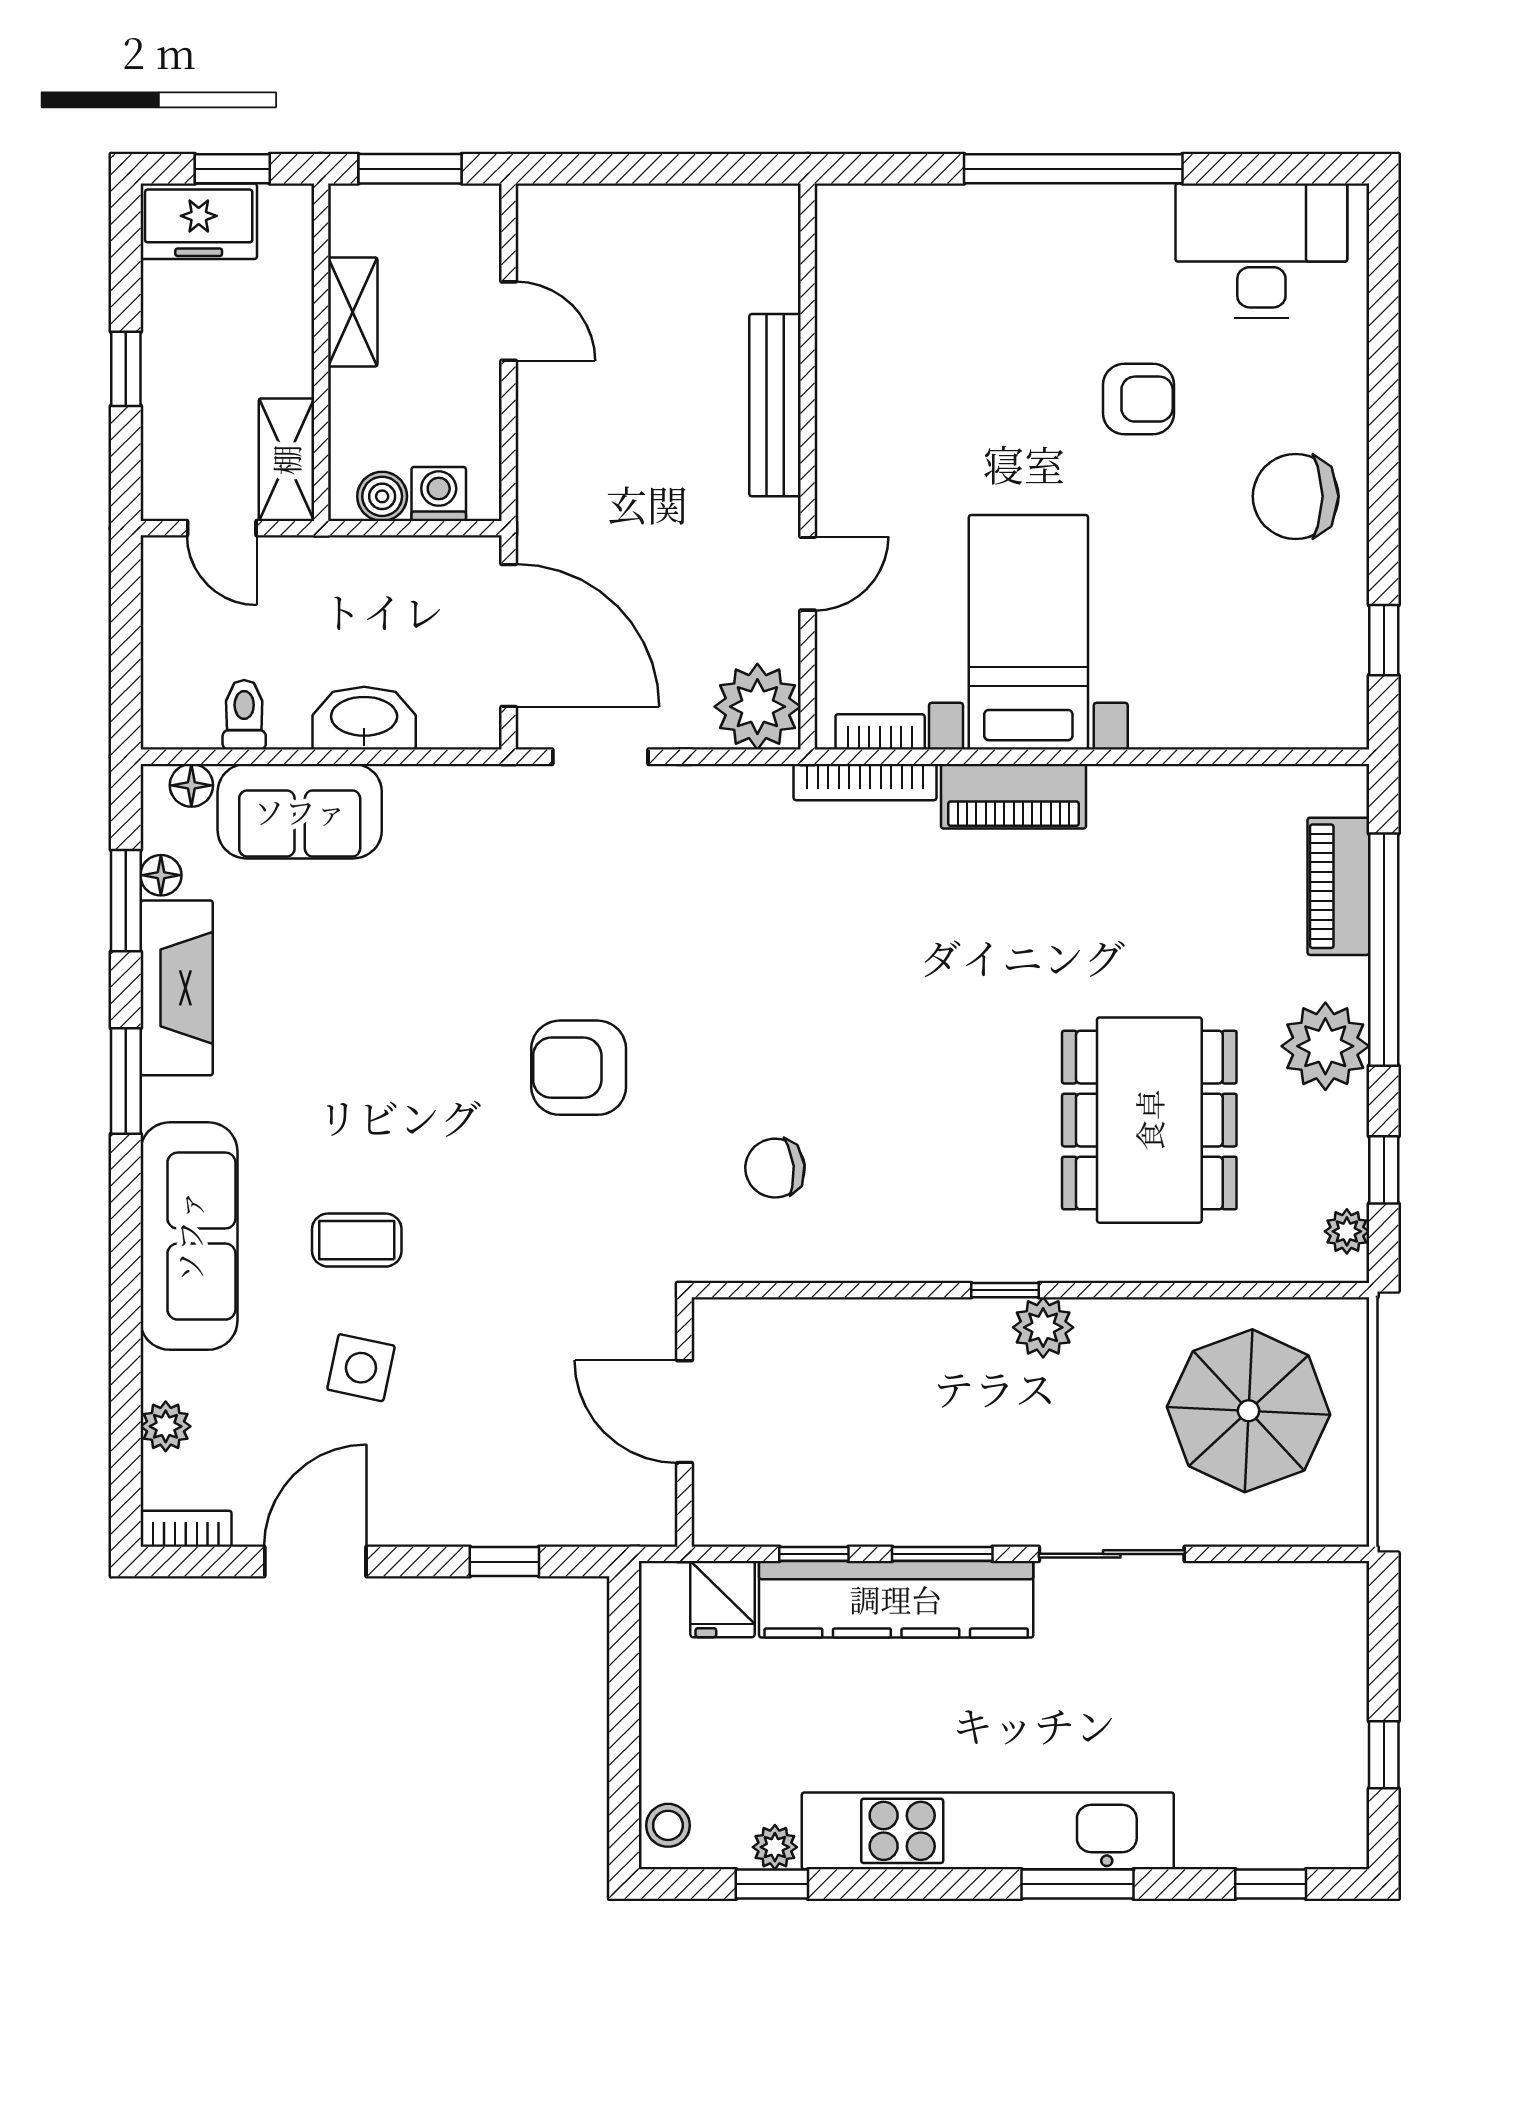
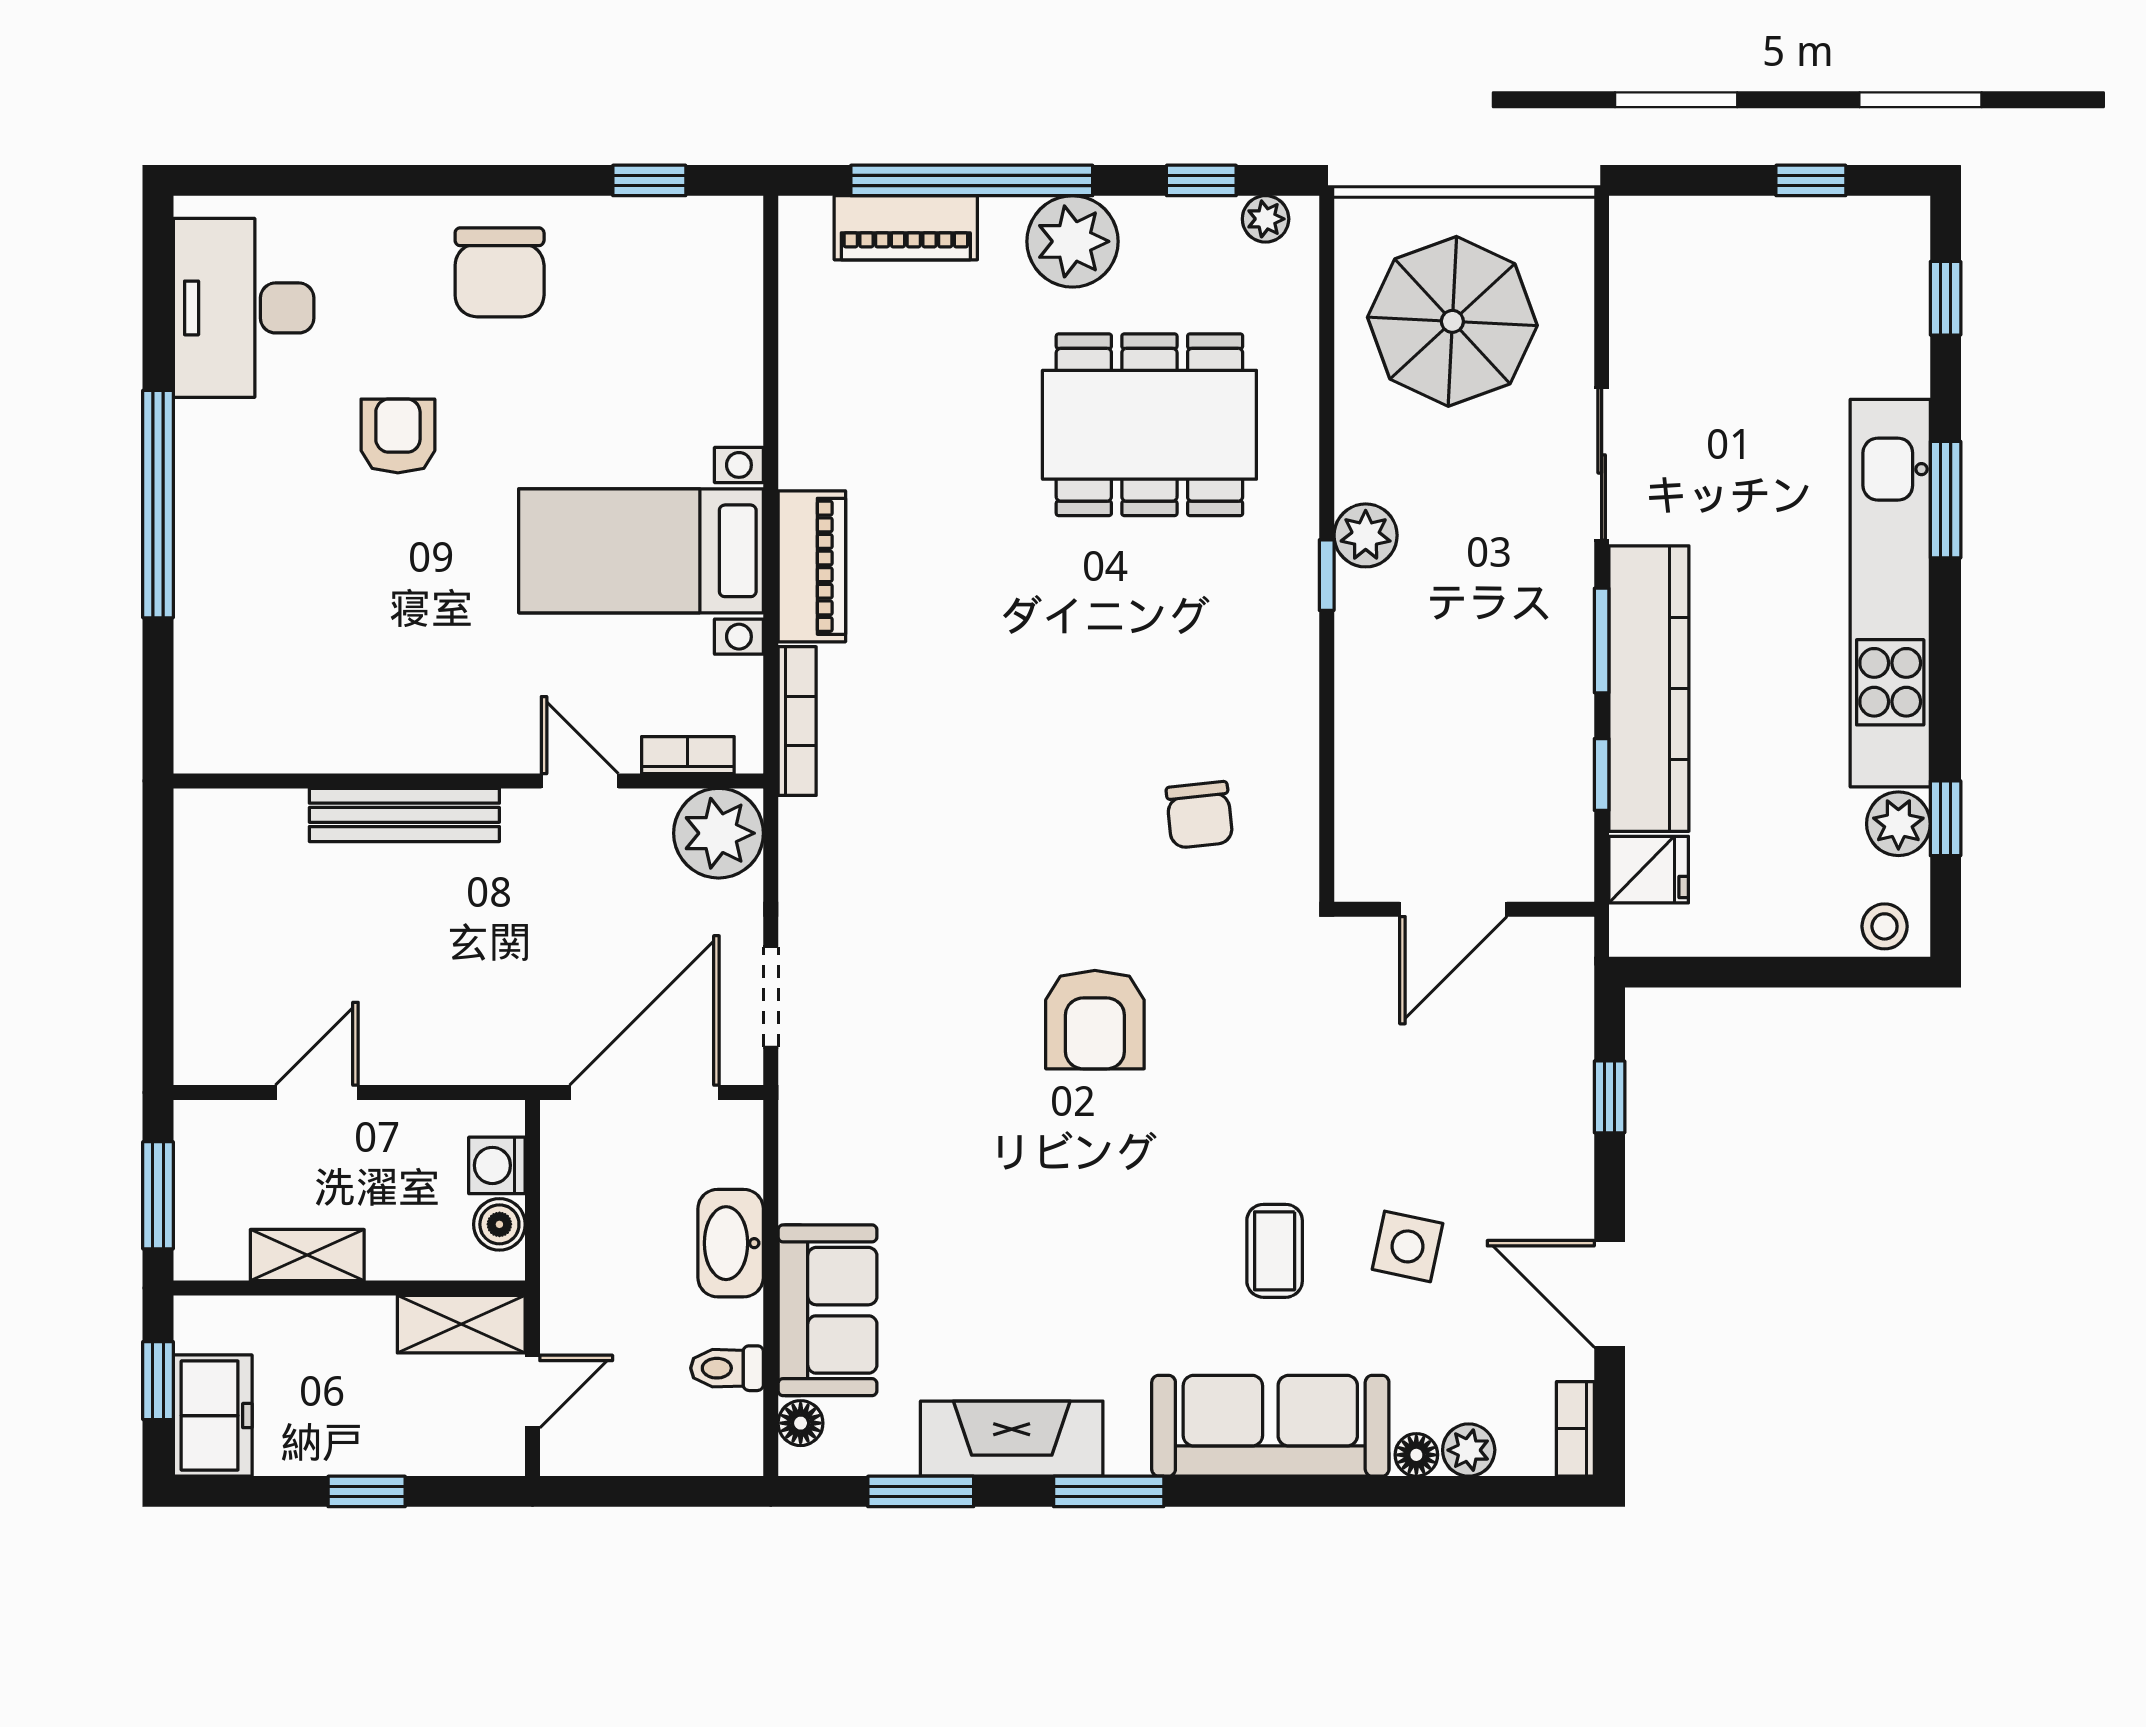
bookcase: (880, 732) -> (688, 755), moved, turned 90
floor lamp: (161, 875) -> (1416, 1455), moved
plant: (775, 1847) -> (1898, 824), width x1.38, depth x1.38

